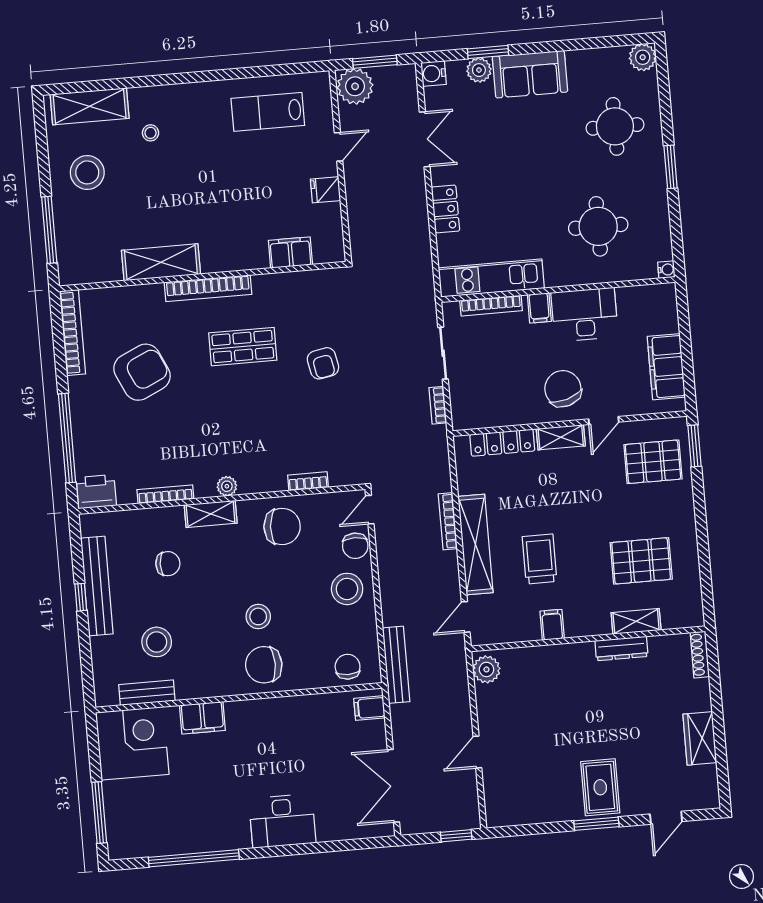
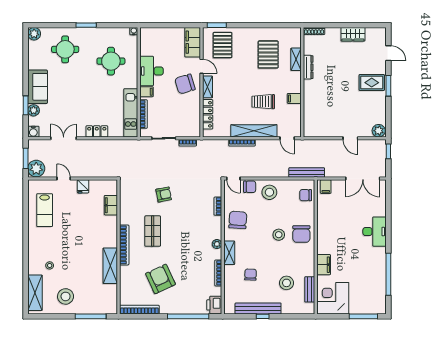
filing cabinet: (666, 367) -> (193, 42), moved, turned 90
plant: (486, 669) -> (379, 131), moved

